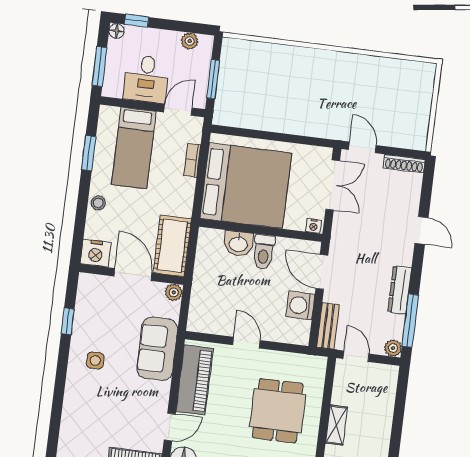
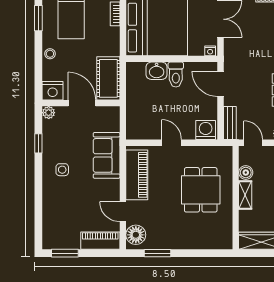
plant: (174, 292) -> (49, 113), moved
washing machine: (300, 305) -> (206, 130), moved, turned 90
boiler: (341, 395) -> (246, 173), added
door: (170, 427) -> (123, 212), swing flipped

